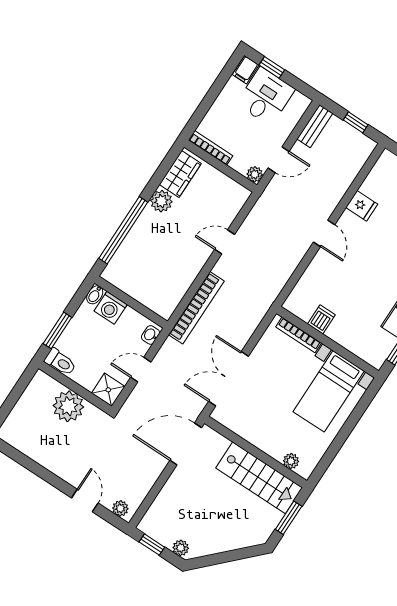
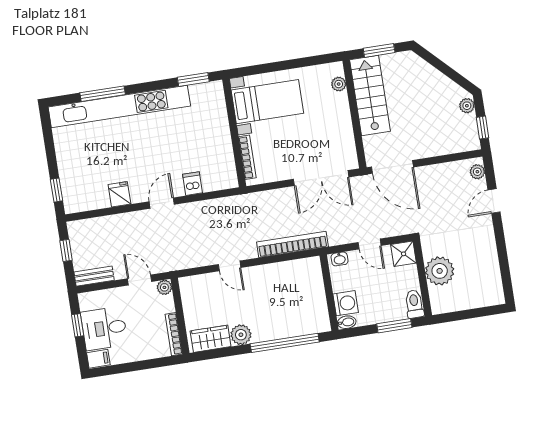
window: (272, 67) -> (78, 325), moved
dishwasher: (321, 319) -> (193, 184), moved, turned 90

